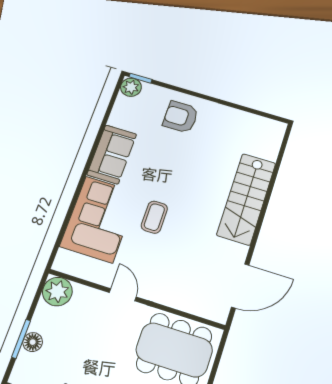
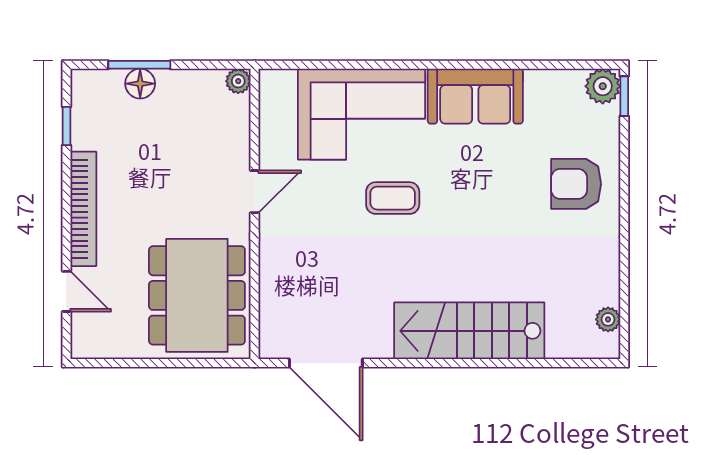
armchair: (181, 117) -> (576, 184), turned -90
plant: (263, 123) -> (608, 319), added
plant: (57, 292) -> (238, 81), width x0.53, depth x0.53

